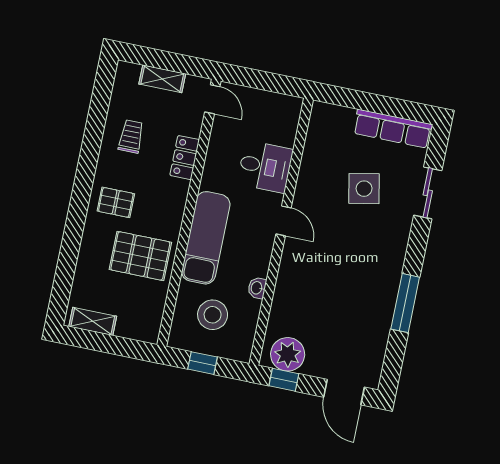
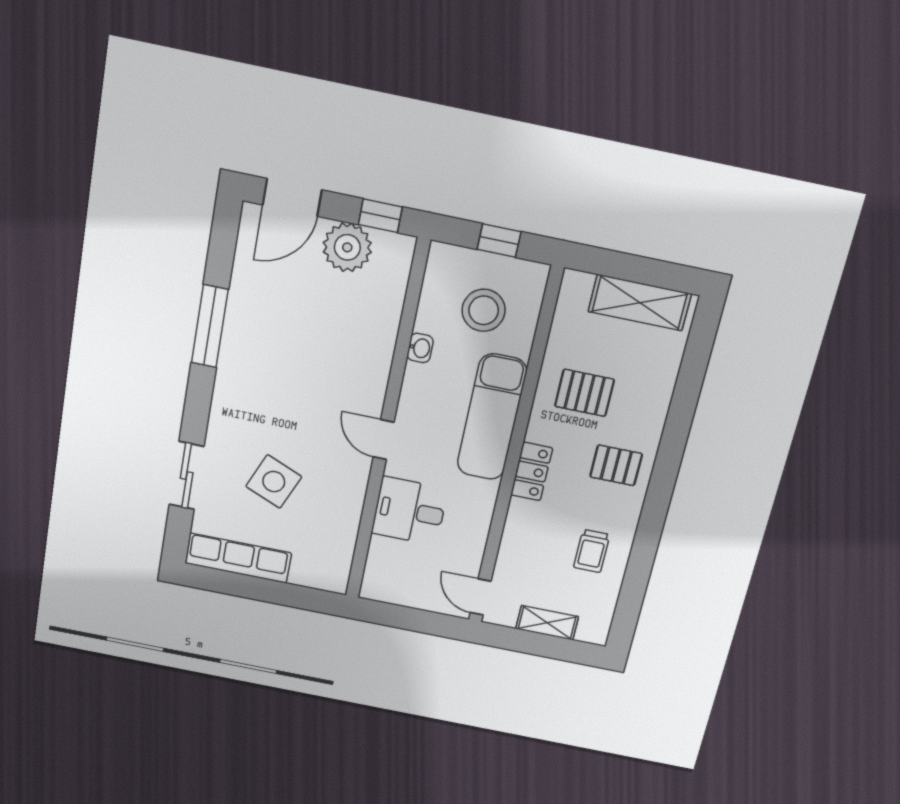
locker: (185, 158) -> (532, 471), moved
side table: (364, 189) -> (274, 482), turned 34
pallet: (140, 256) -> (585, 393), width x0.67, depth x0.71
shelving: (93, 321) -> (640, 303), width x1.50, depth x1.33
plant: (288, 354) -> (347, 247), moved
door: (344, 392) -> (292, 197), swing flipped

